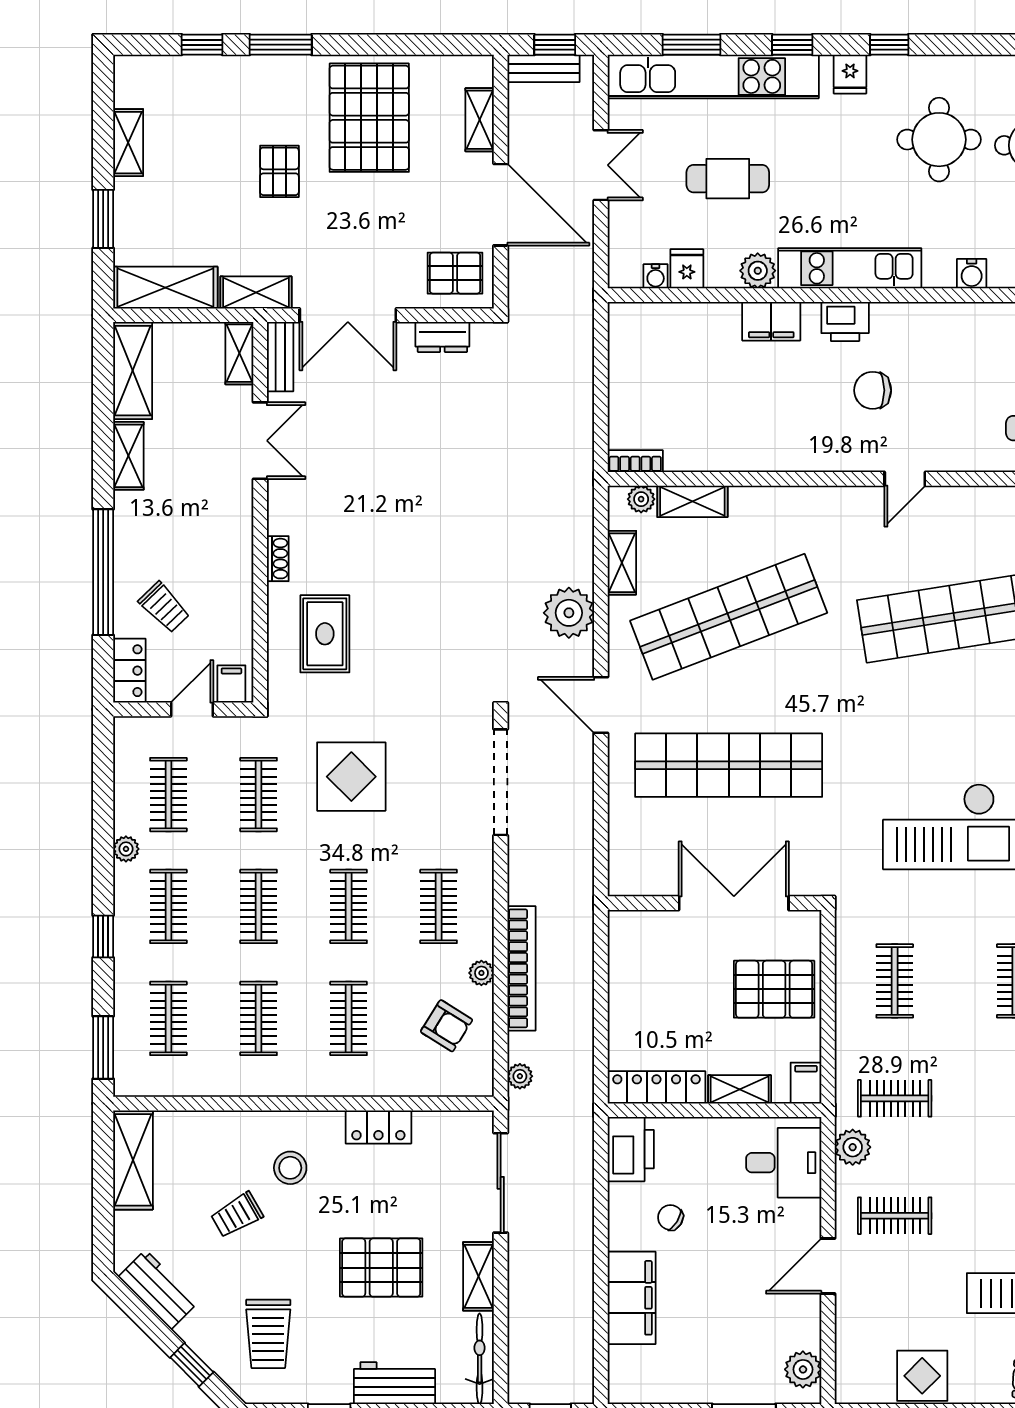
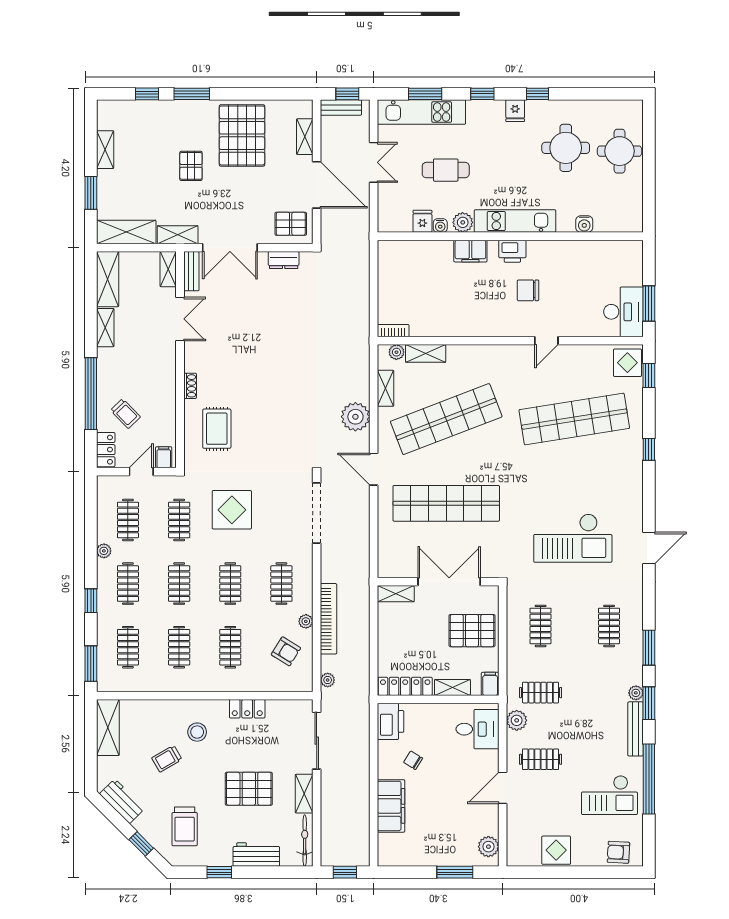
kitchen unit: (713, 76) -> (421, 112), width x0.73
water cooler: (656, 276) -> (440, 226), moved
shelving: (640, 924) -> (396, 594), added

